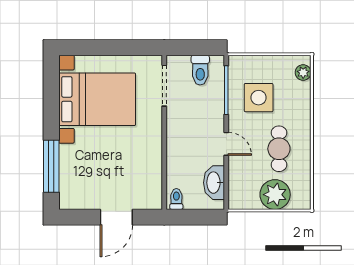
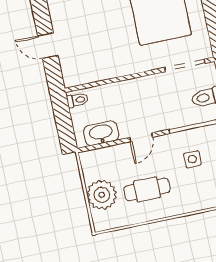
side table: (259, 98) -> (192, 159), width x0.54, depth x0.54
door: (116, 217) -> (48, 46), width x0.73

